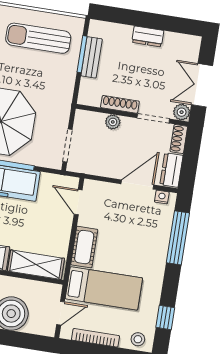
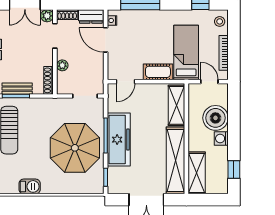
shoe rack: (120, 104) -> (49, 80), moved

